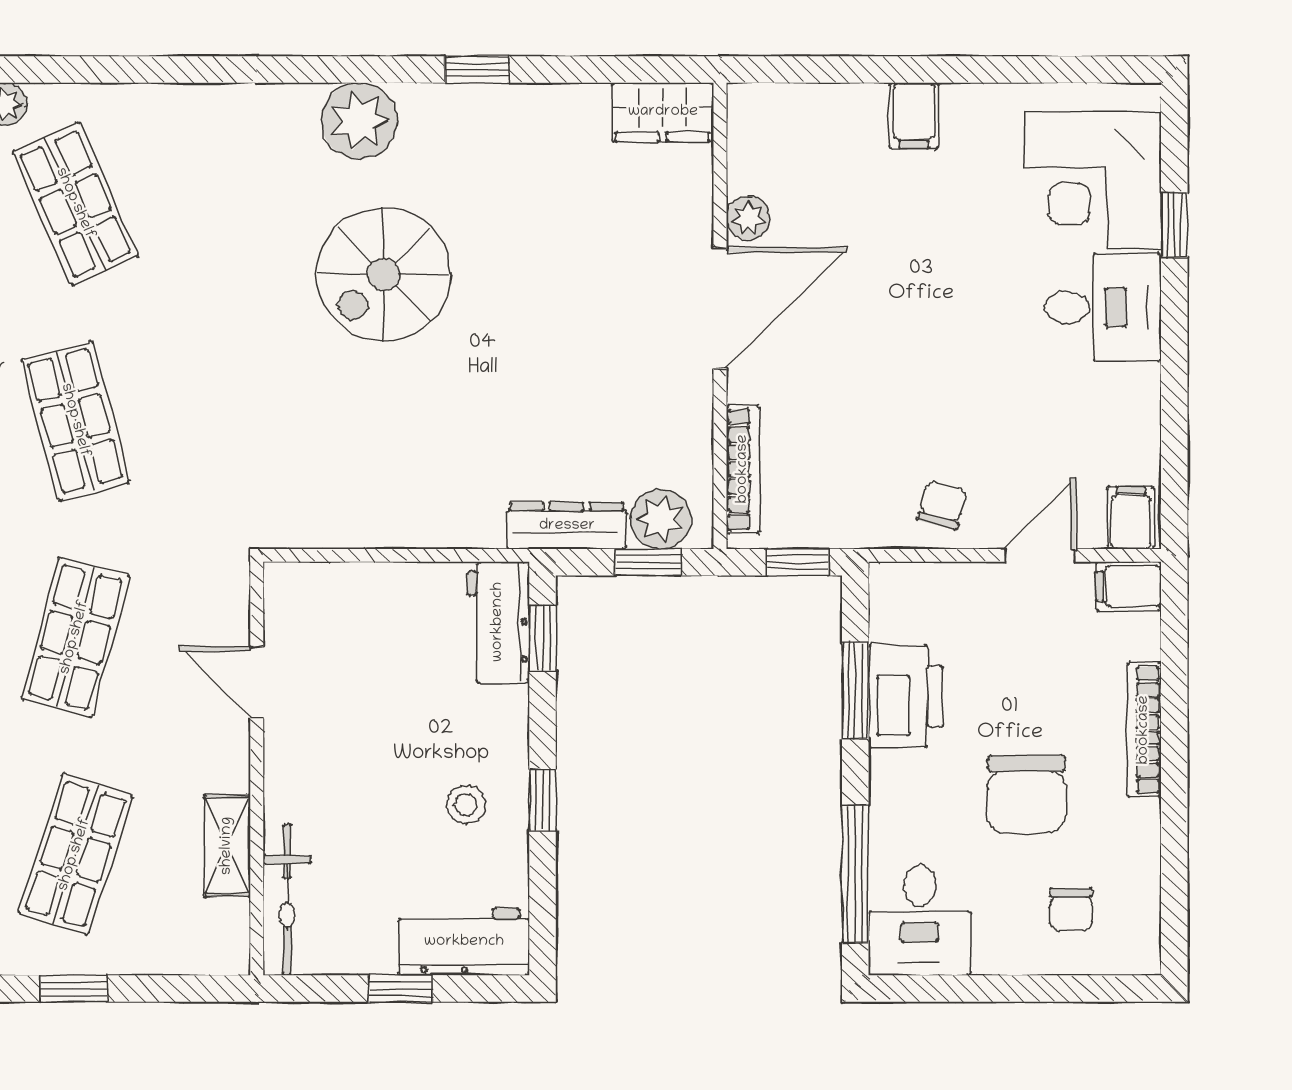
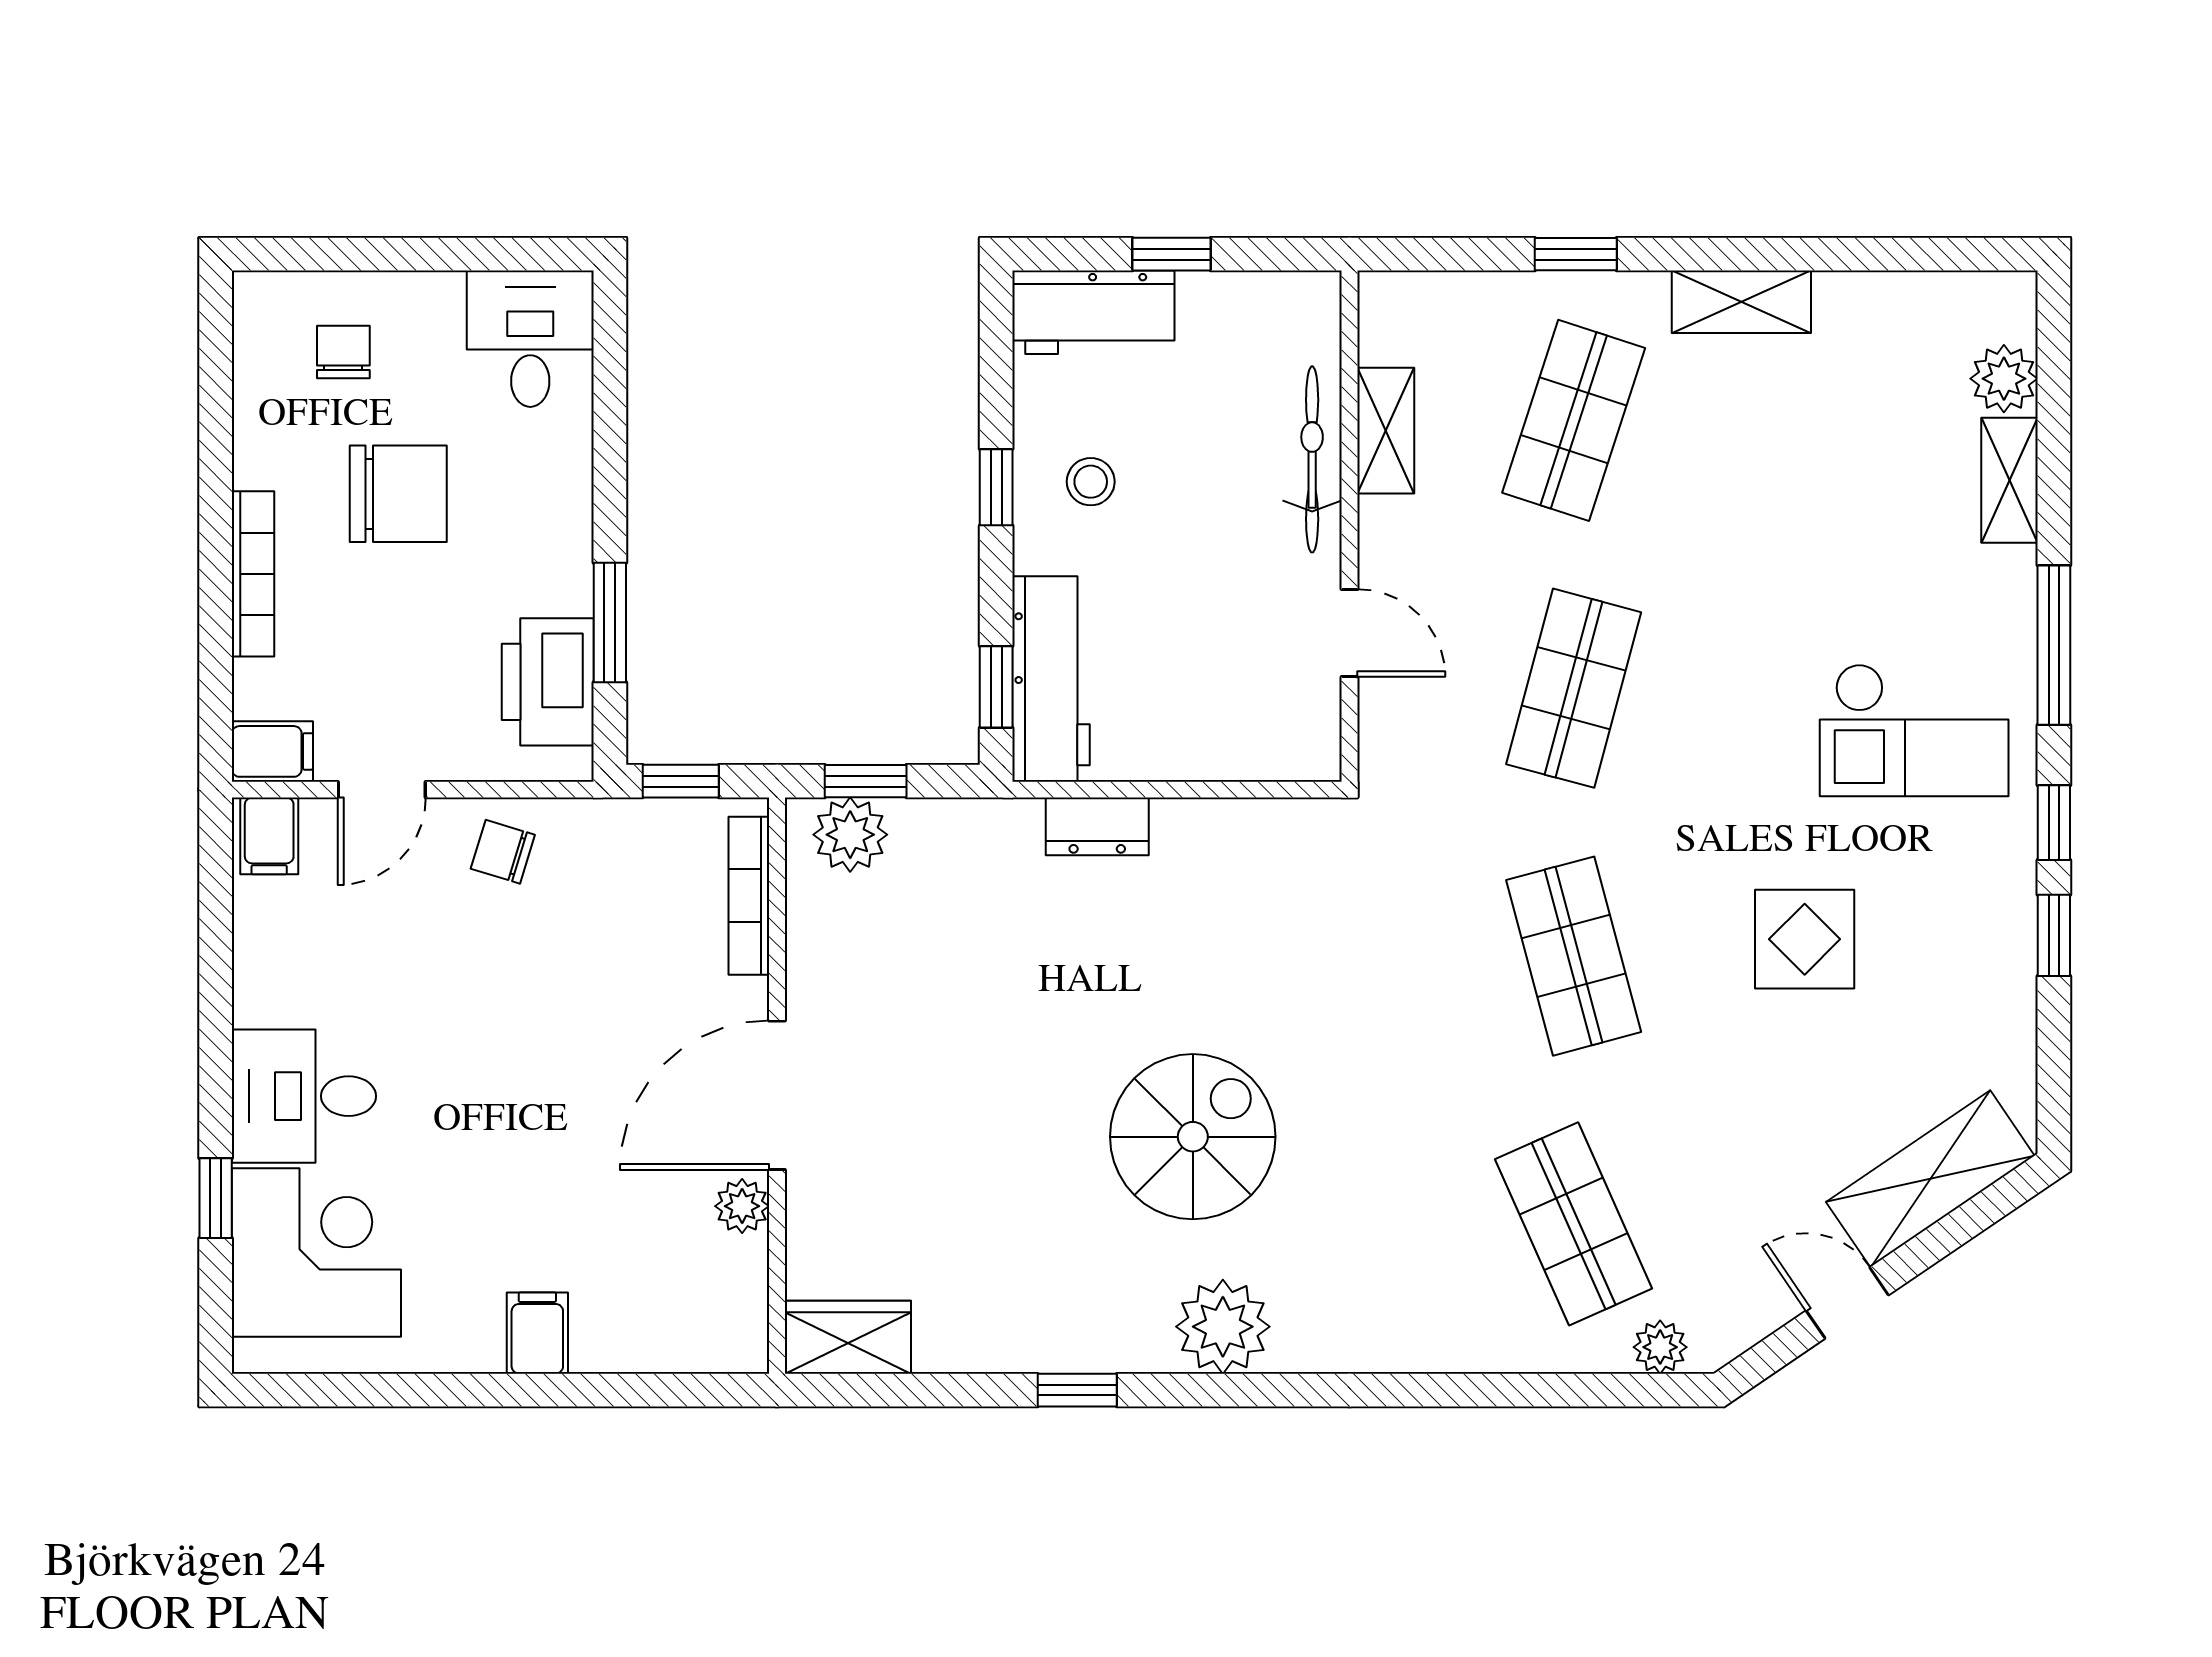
chair: (942, 505) -> (503, 852), turned 92
dresser: (567, 526) -> (1097, 826), moved, width x0.70
workbench: (498, 622) -> (1051, 679), width x1.37
printer: (905, 696) -> (548, 682), moved
chair: (1026, 795) -> (398, 494), turned 90
window: (855, 874) -> (610, 396), removed
bicycle: (287, 900) -> (1312, 459), moved

